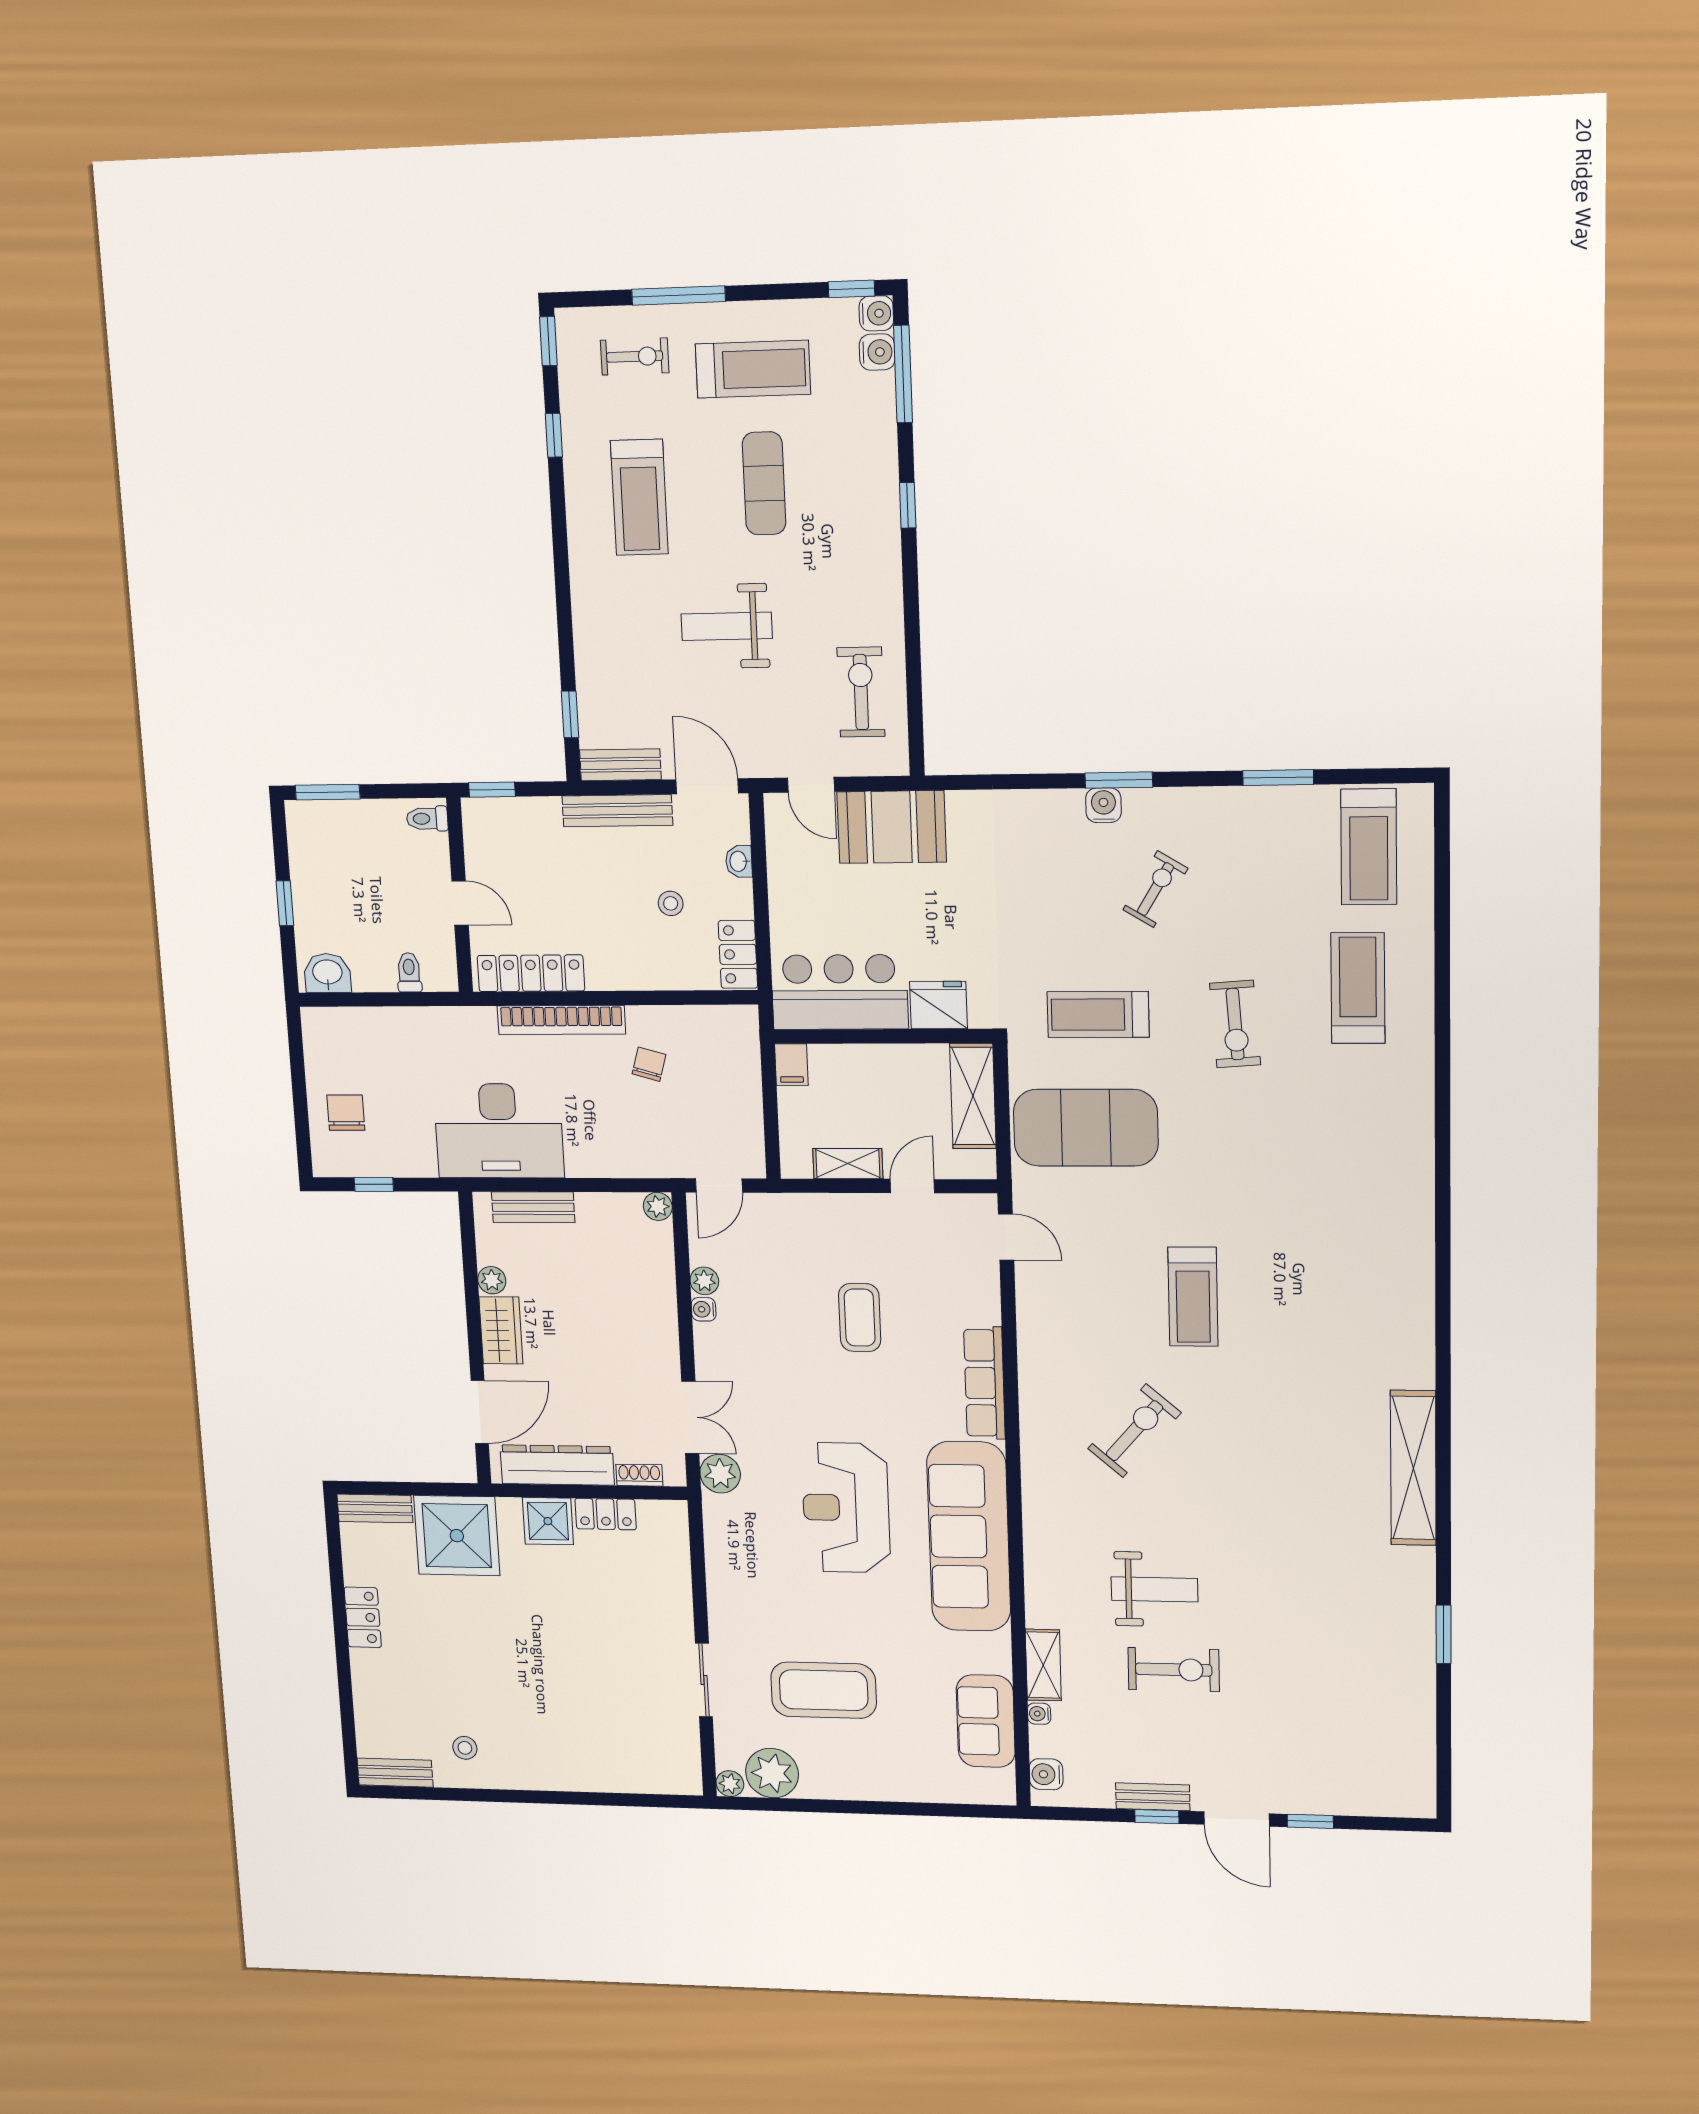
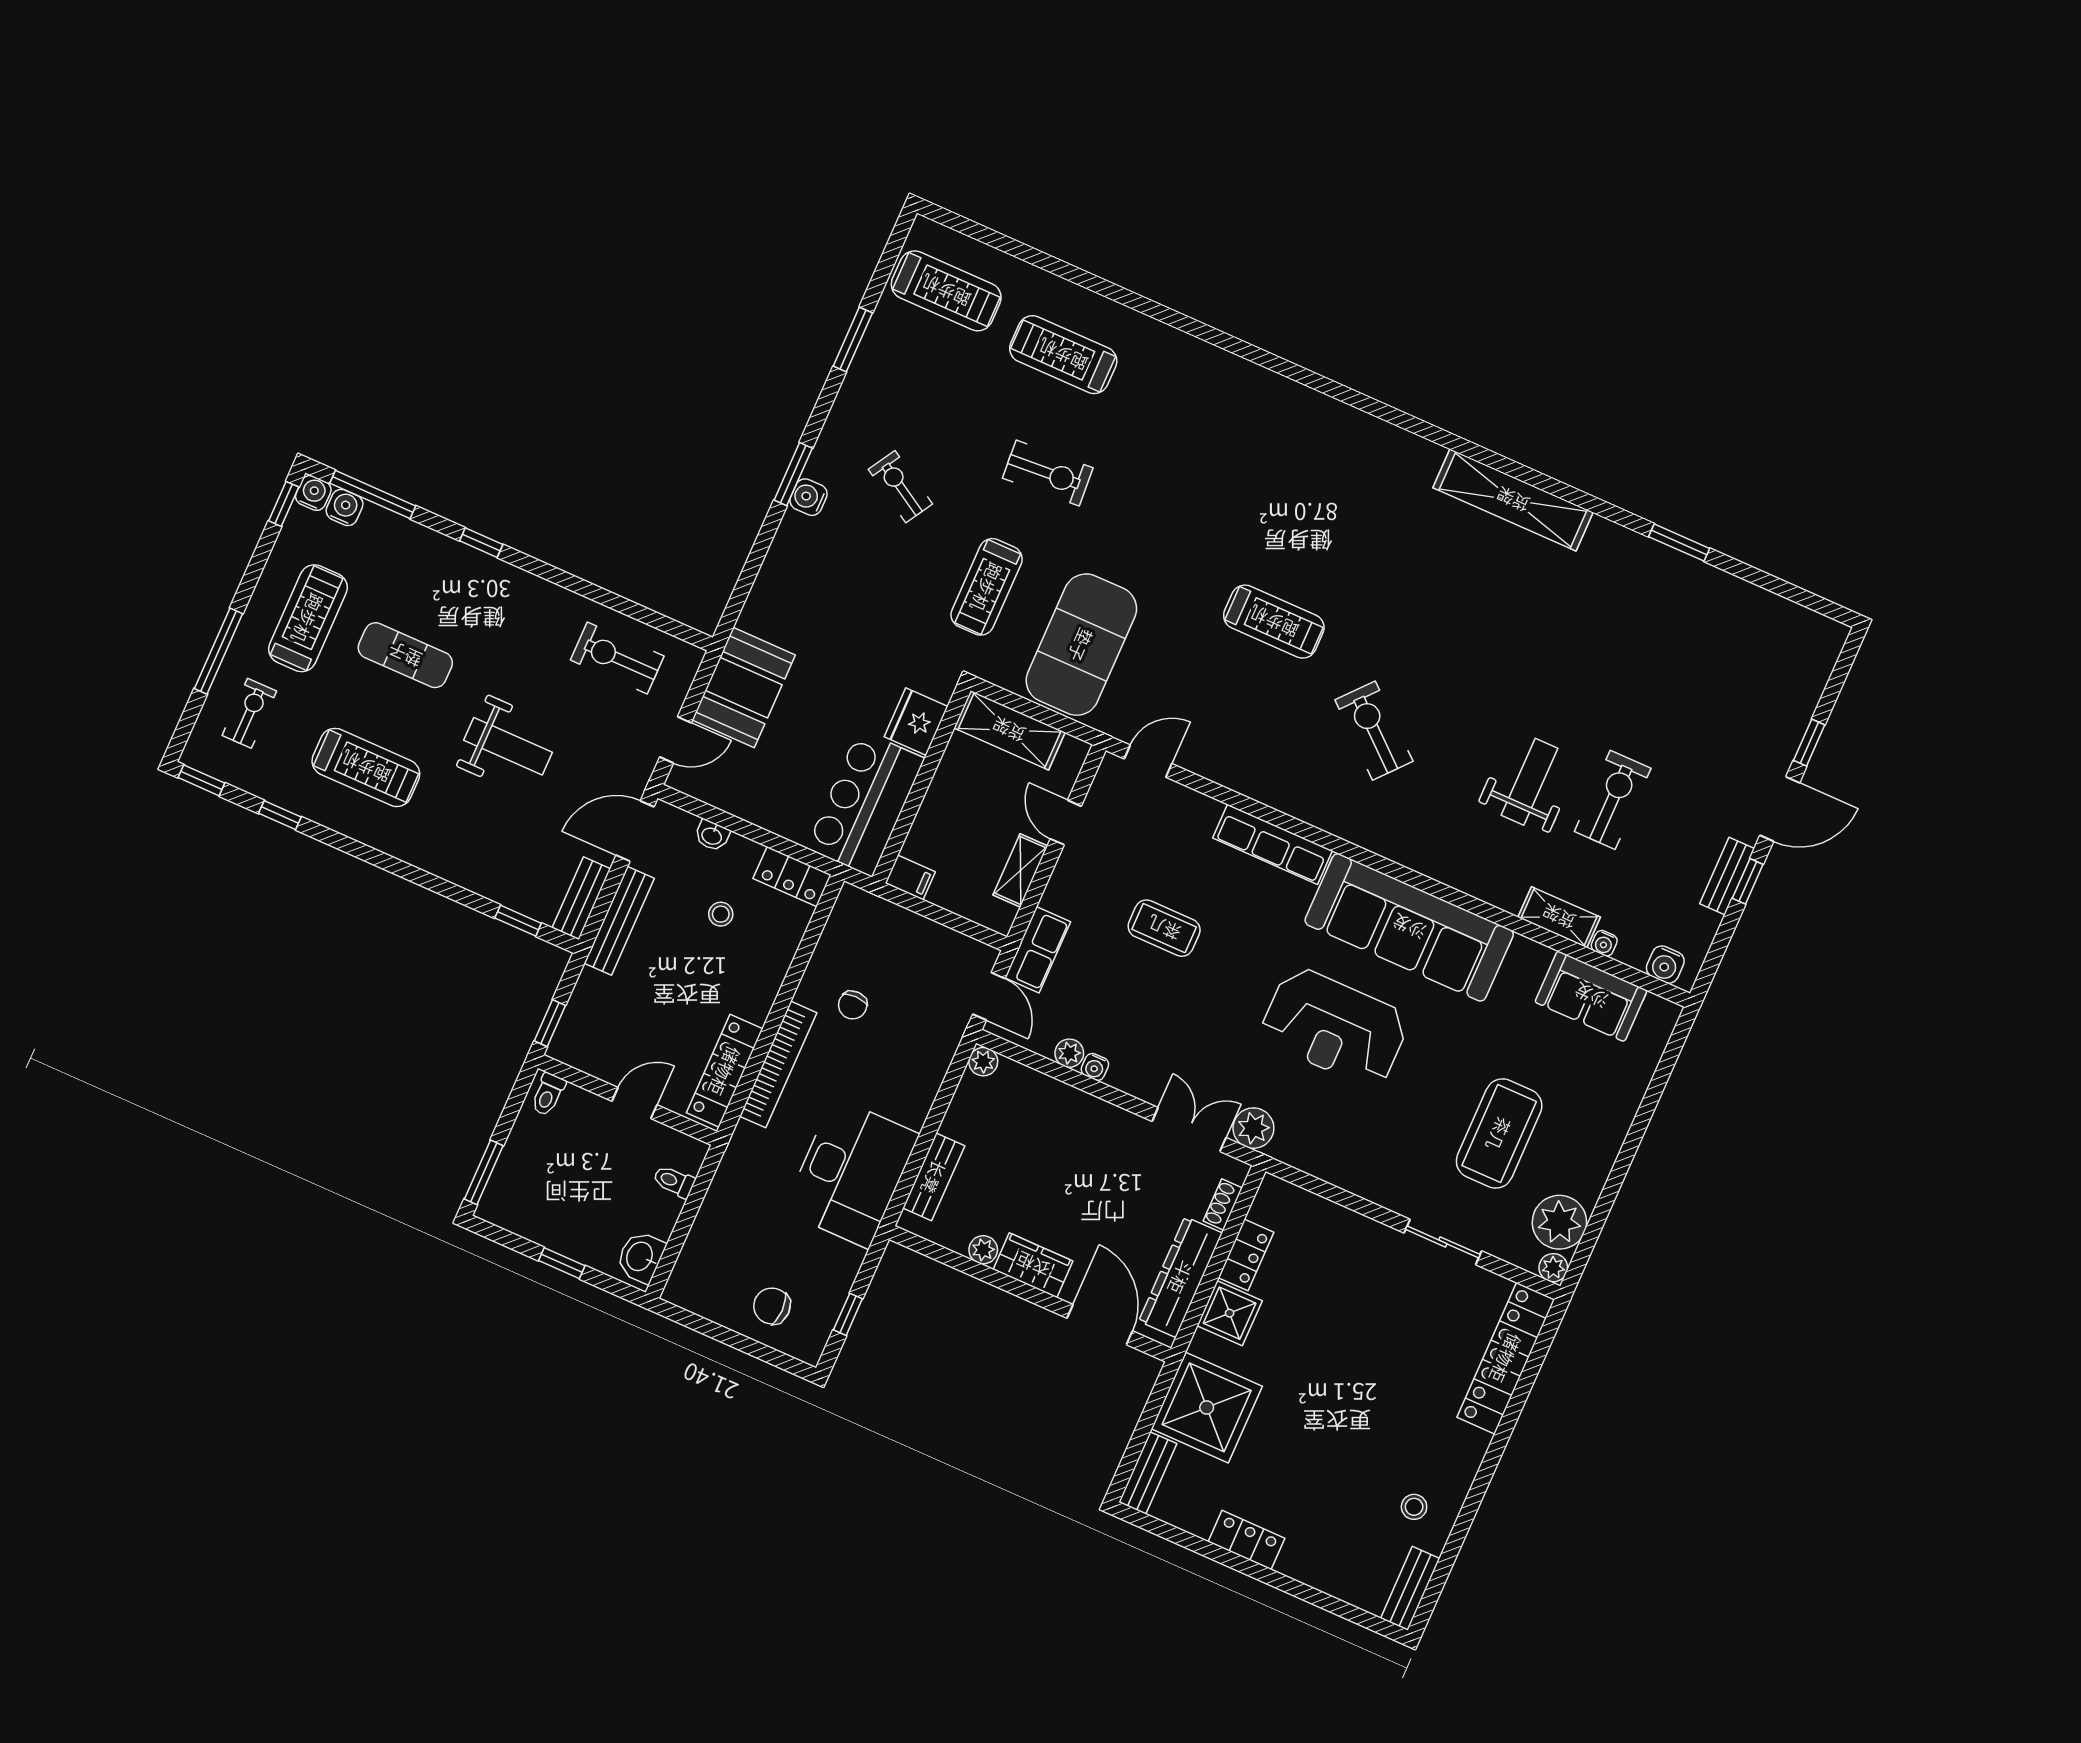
weight bench: (727, 626) -> (508, 746), turned -90
chair: (649, 1064) -> (853, 1005), turned -106
row of seats: (783, 1211) -> (1038, 950), added
locker: (631, 1774) -> (1506, 1358), added

